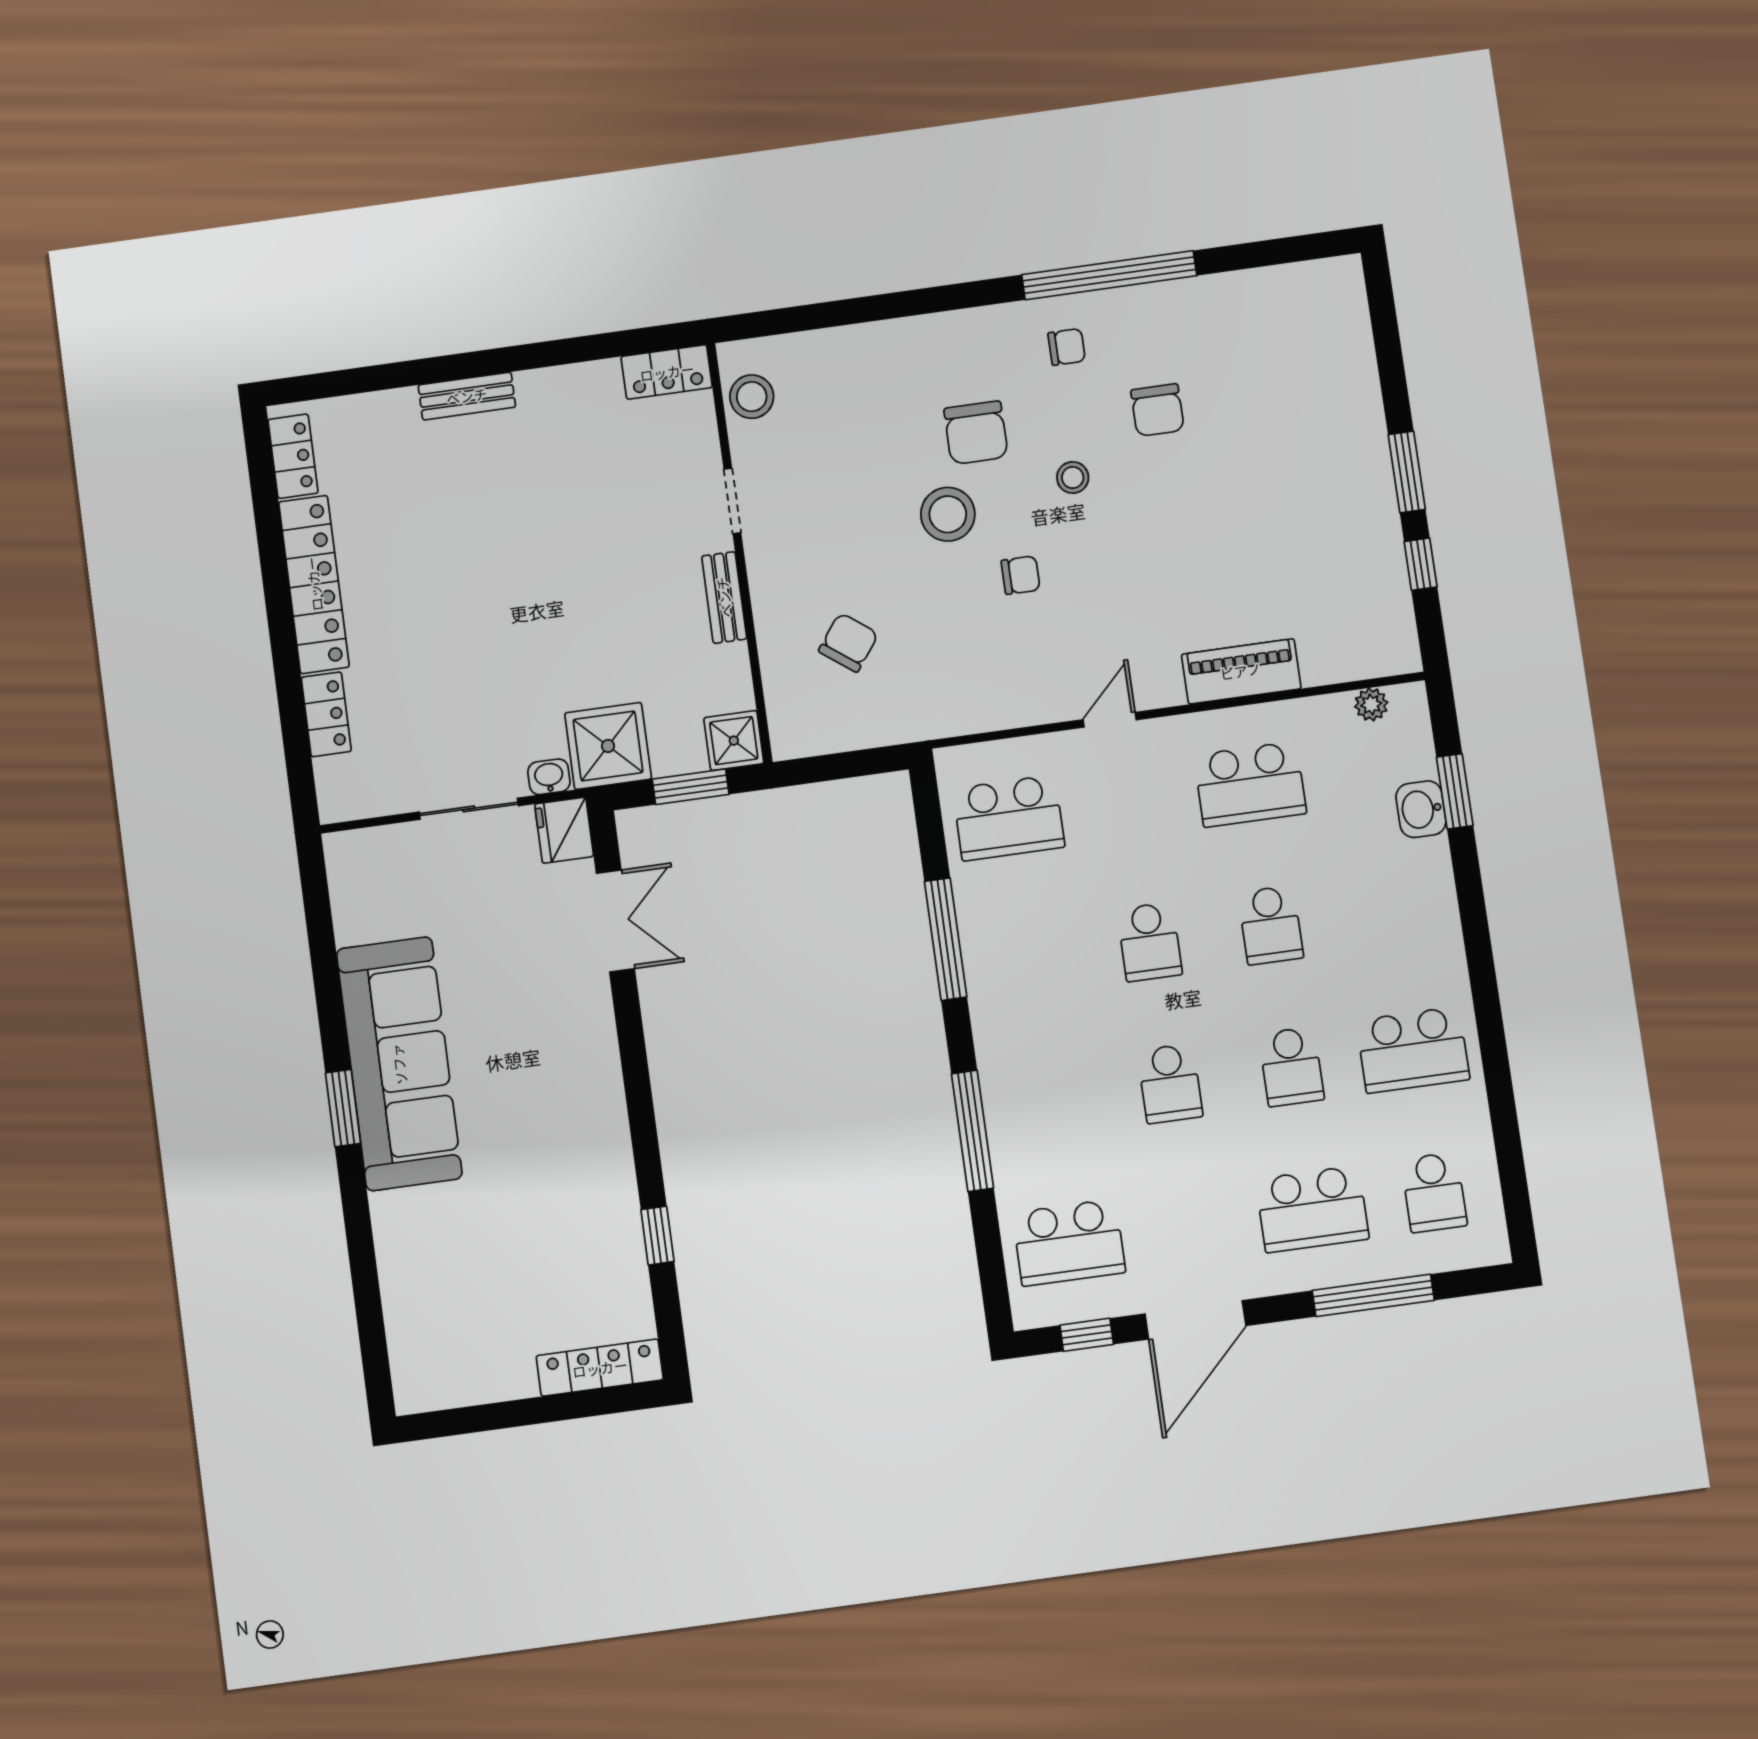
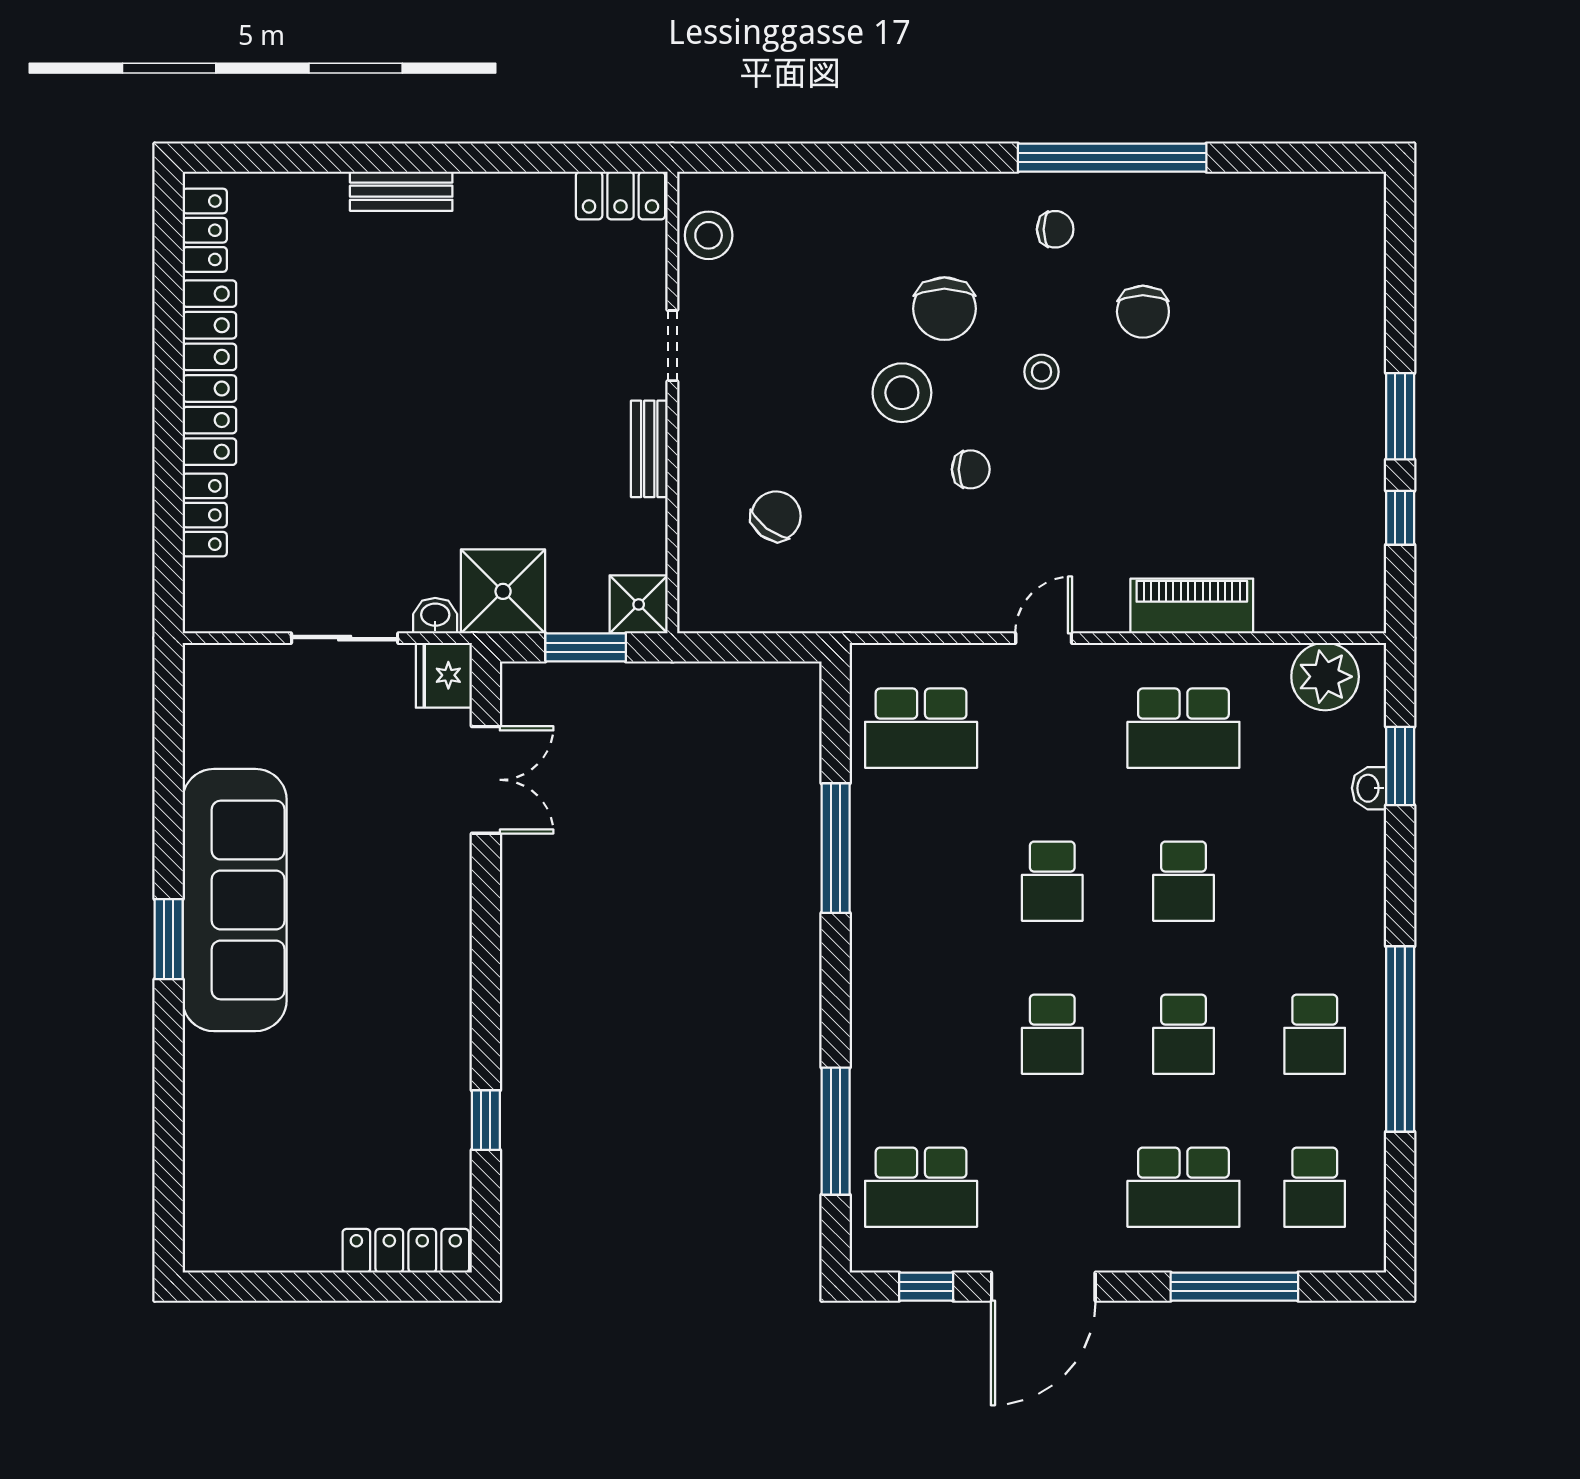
plant: (1371, 704) -> (1325, 677), width x1.87, depth x1.87
washbasin: (1421, 809) -> (1369, 788), width x0.72, depth x0.69
window: (1493, 1043) -> (1400, 1039), added
school desk: (1413, 1050) -> (1315, 1034), width x0.54
window: (972, 1131) -> (836, 1131), moved

